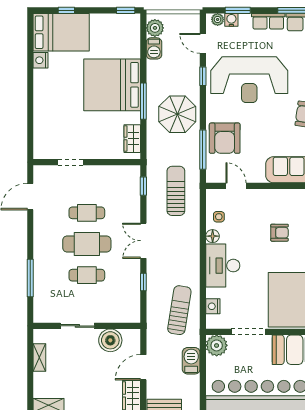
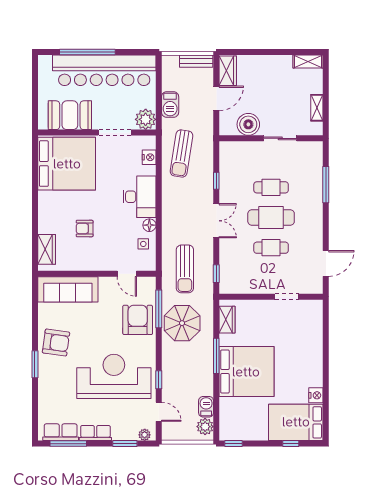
water cooler: (231, 20) -> (131, 434), removed
parasol: (177, 114) -> (182, 323), moved

